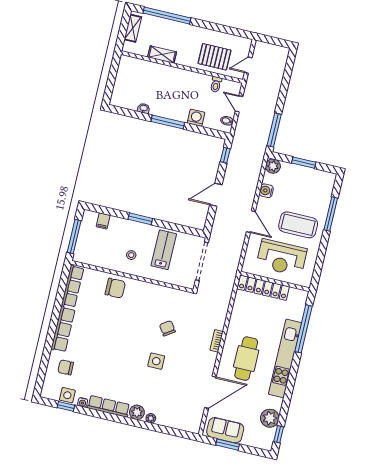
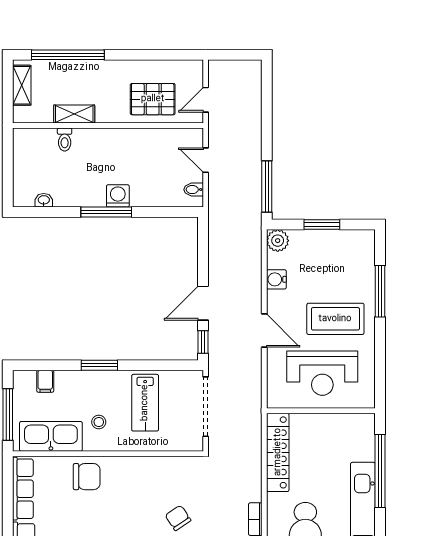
toilet: (216, 84) -> (65, 140), moved
washbasin: (144, 108) -> (44, 200), moved
washing machine: (196, 118) -> (118, 196), moved
window: (225, 155) -> (203, 342), moved
lab bench: (164, 250) -> (145, 403), turned 180
kitchen sink: (98, 257) -> (51, 436), added
locker: (263, 288) -> (278, 452), moved, turned -90

